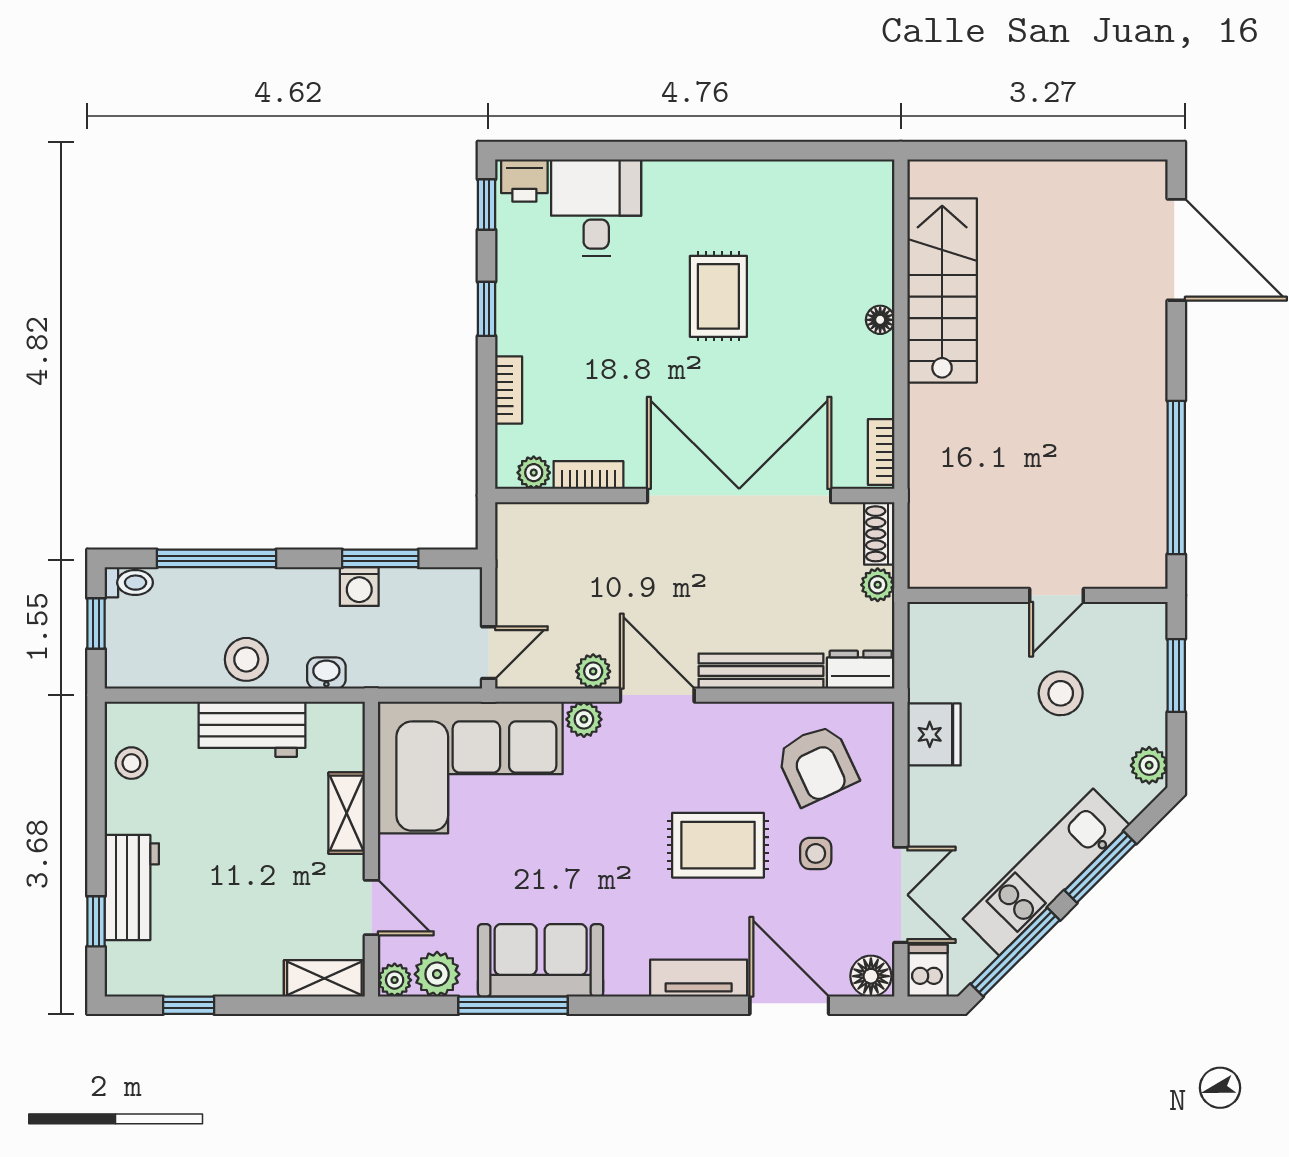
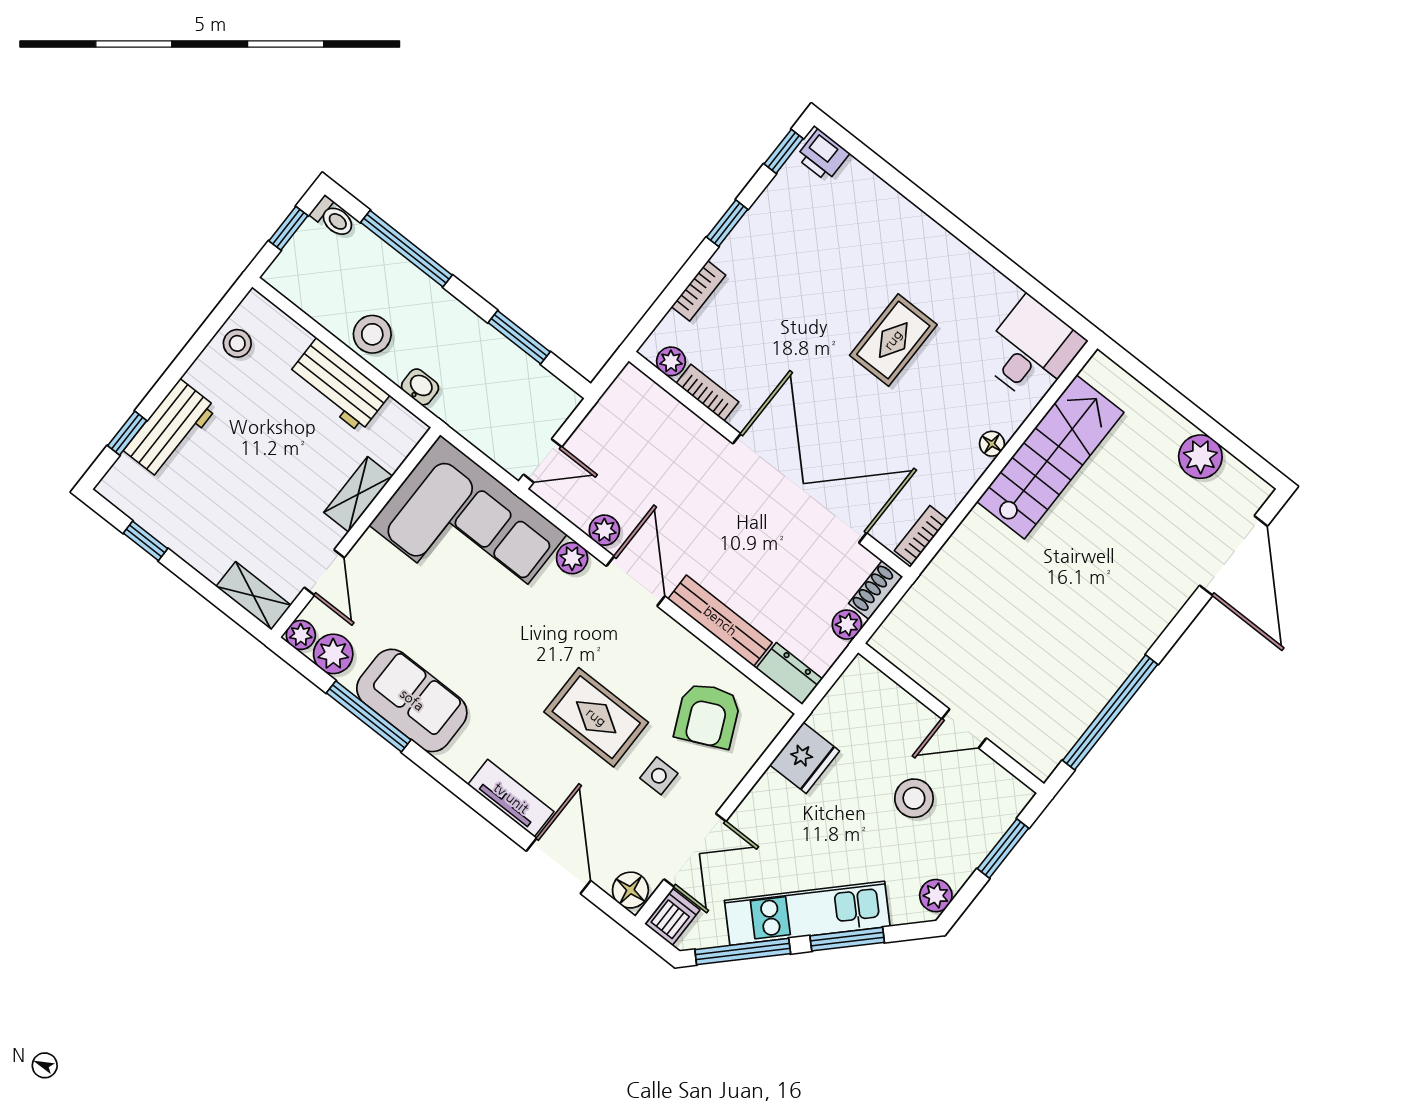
plant: (1077, 184) -> (1200, 457), added
desk: (596, 208) -> (1031, 350), moved
washing machine: (359, 587) -> (489, 345), removed

